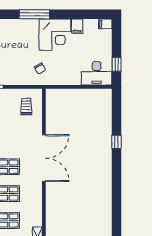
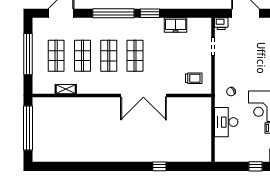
window: (117, 64) -> (255, 166), moved
desk: (97, 73) -> (226, 122), moved

